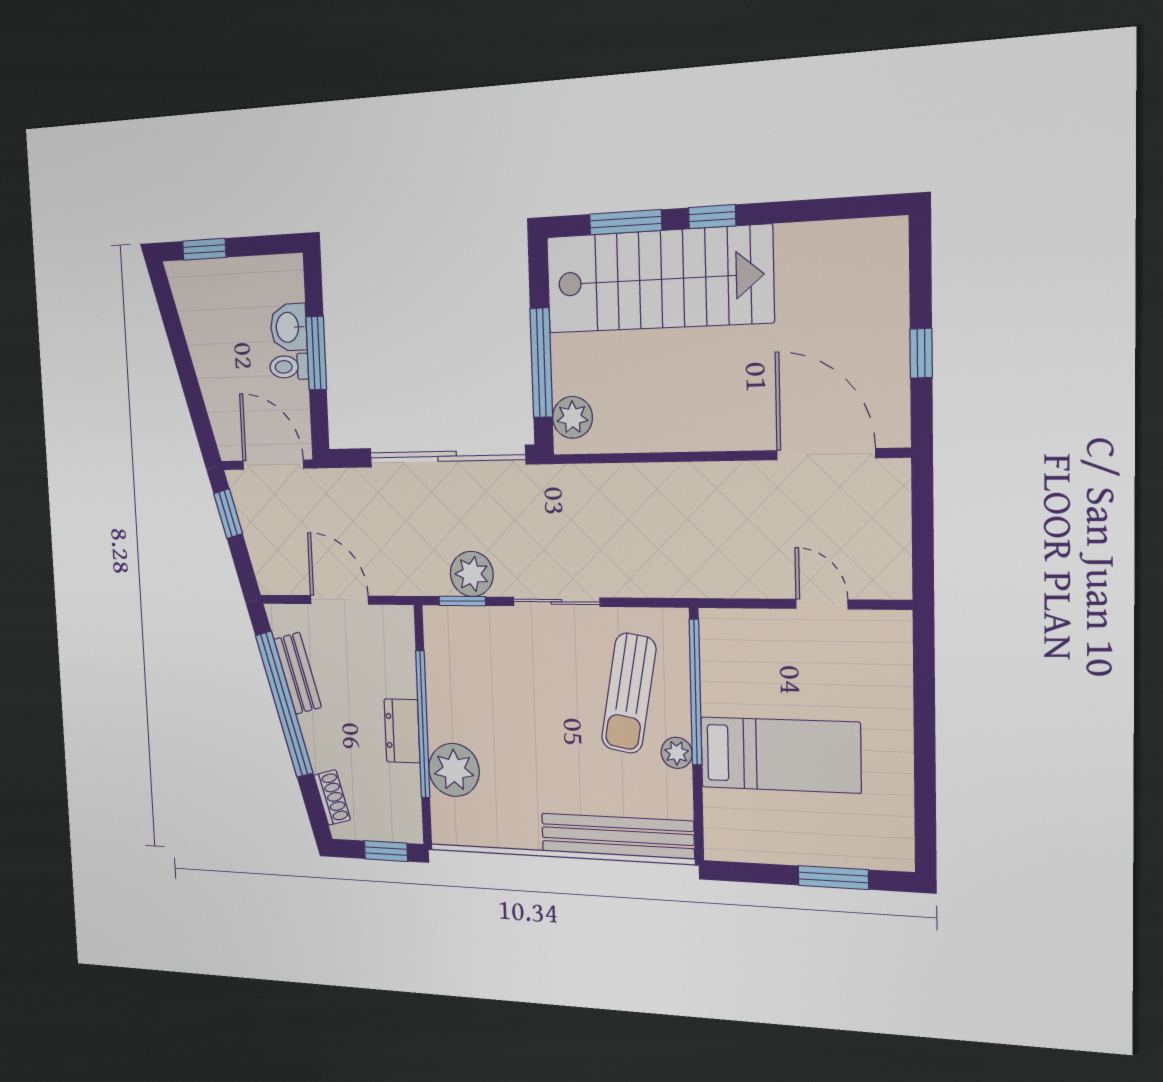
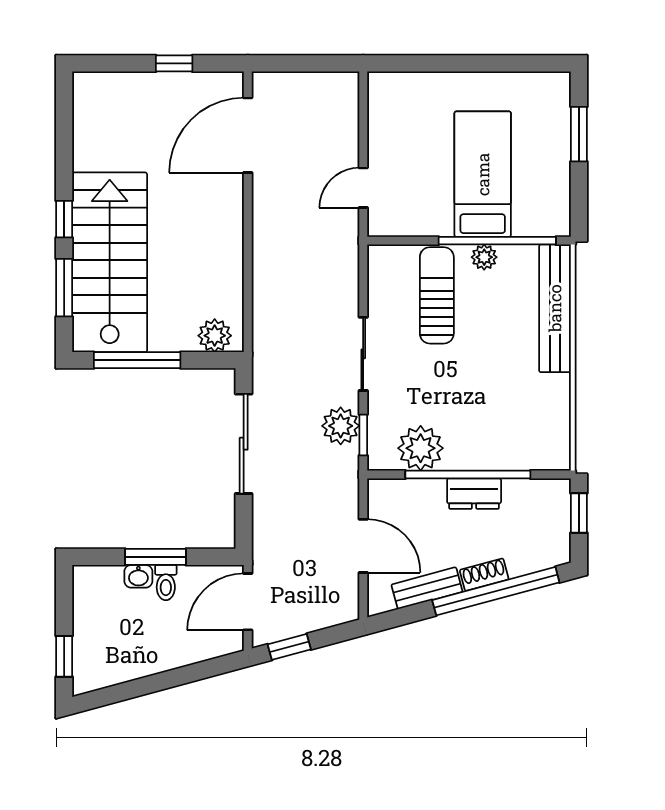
washbasin: (288, 327) -> (138, 576), width x0.72, depth x0.69
window: (541, 363) -> (137, 360), moved
sliding door: (447, 456) -> (244, 444), width x0.73
door: (339, 600) -> (363, 546), swing flipped
door: (822, 604) -> (363, 188), moved
window: (696, 692) -> (497, 241), moved
sun lounger: (629, 693) -> (437, 295), turned -100
window: (284, 704) -> (496, 591), moved
plant: (454, 770) -> (421, 448), moved
shoe rack: (332, 797) -> (484, 575), moved

